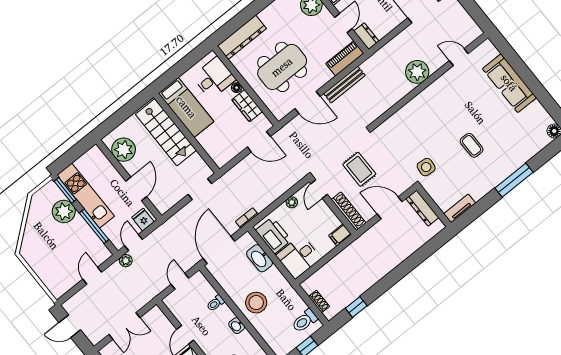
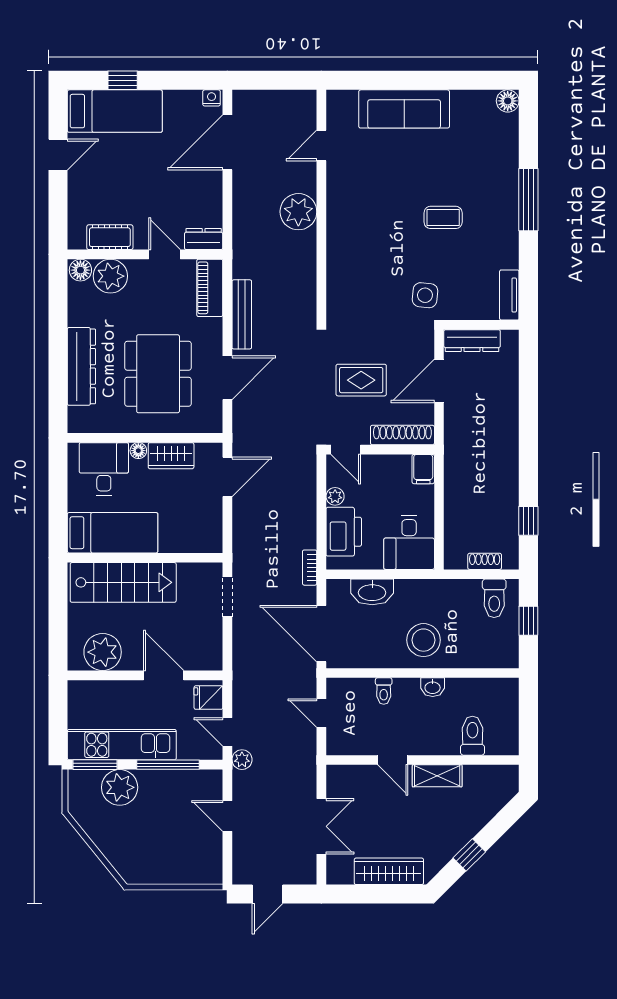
dresser: (242, 37) -> (81, 366), moved
printer: (273, 235) -> (344, 532), moved, turned 90

